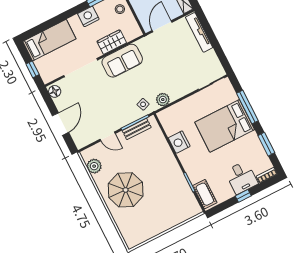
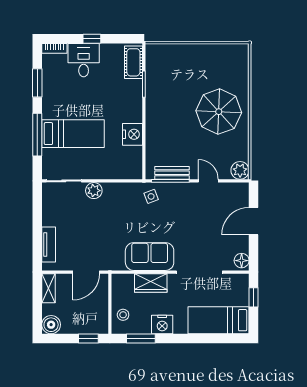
tv unit: (199, 32) -> (49, 244), width x0.71
plant: (163, 100) -> (94, 191), moved
bed: (225, 126) -> (73, 134), width x0.67
plant: (94, 166) -> (240, 170), moved

